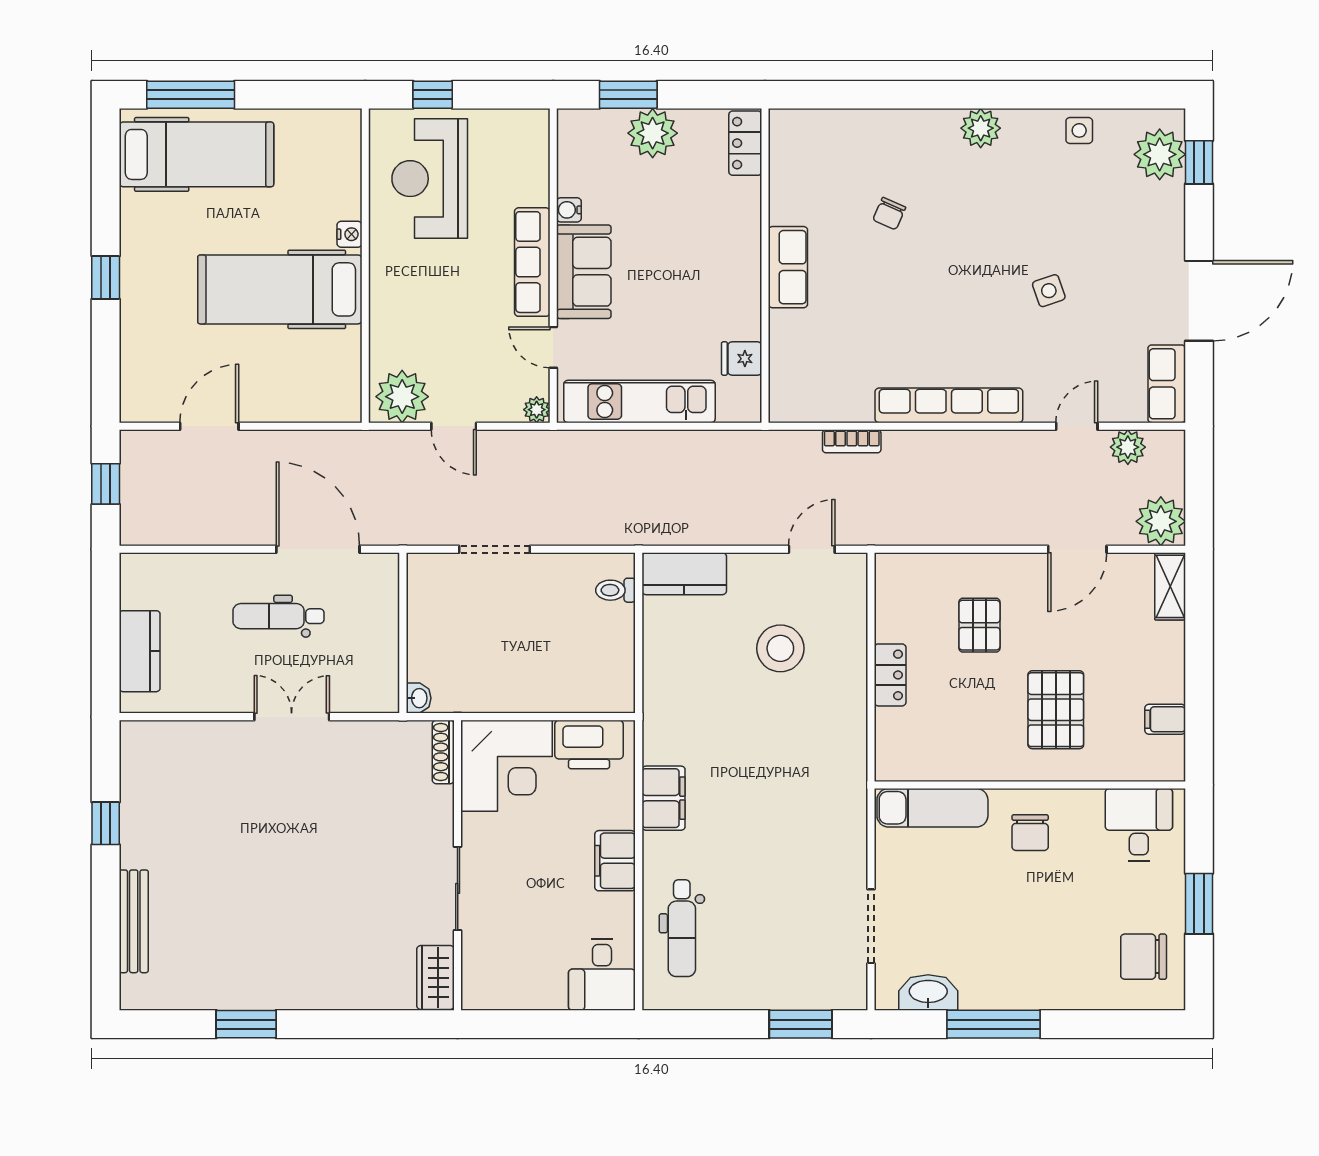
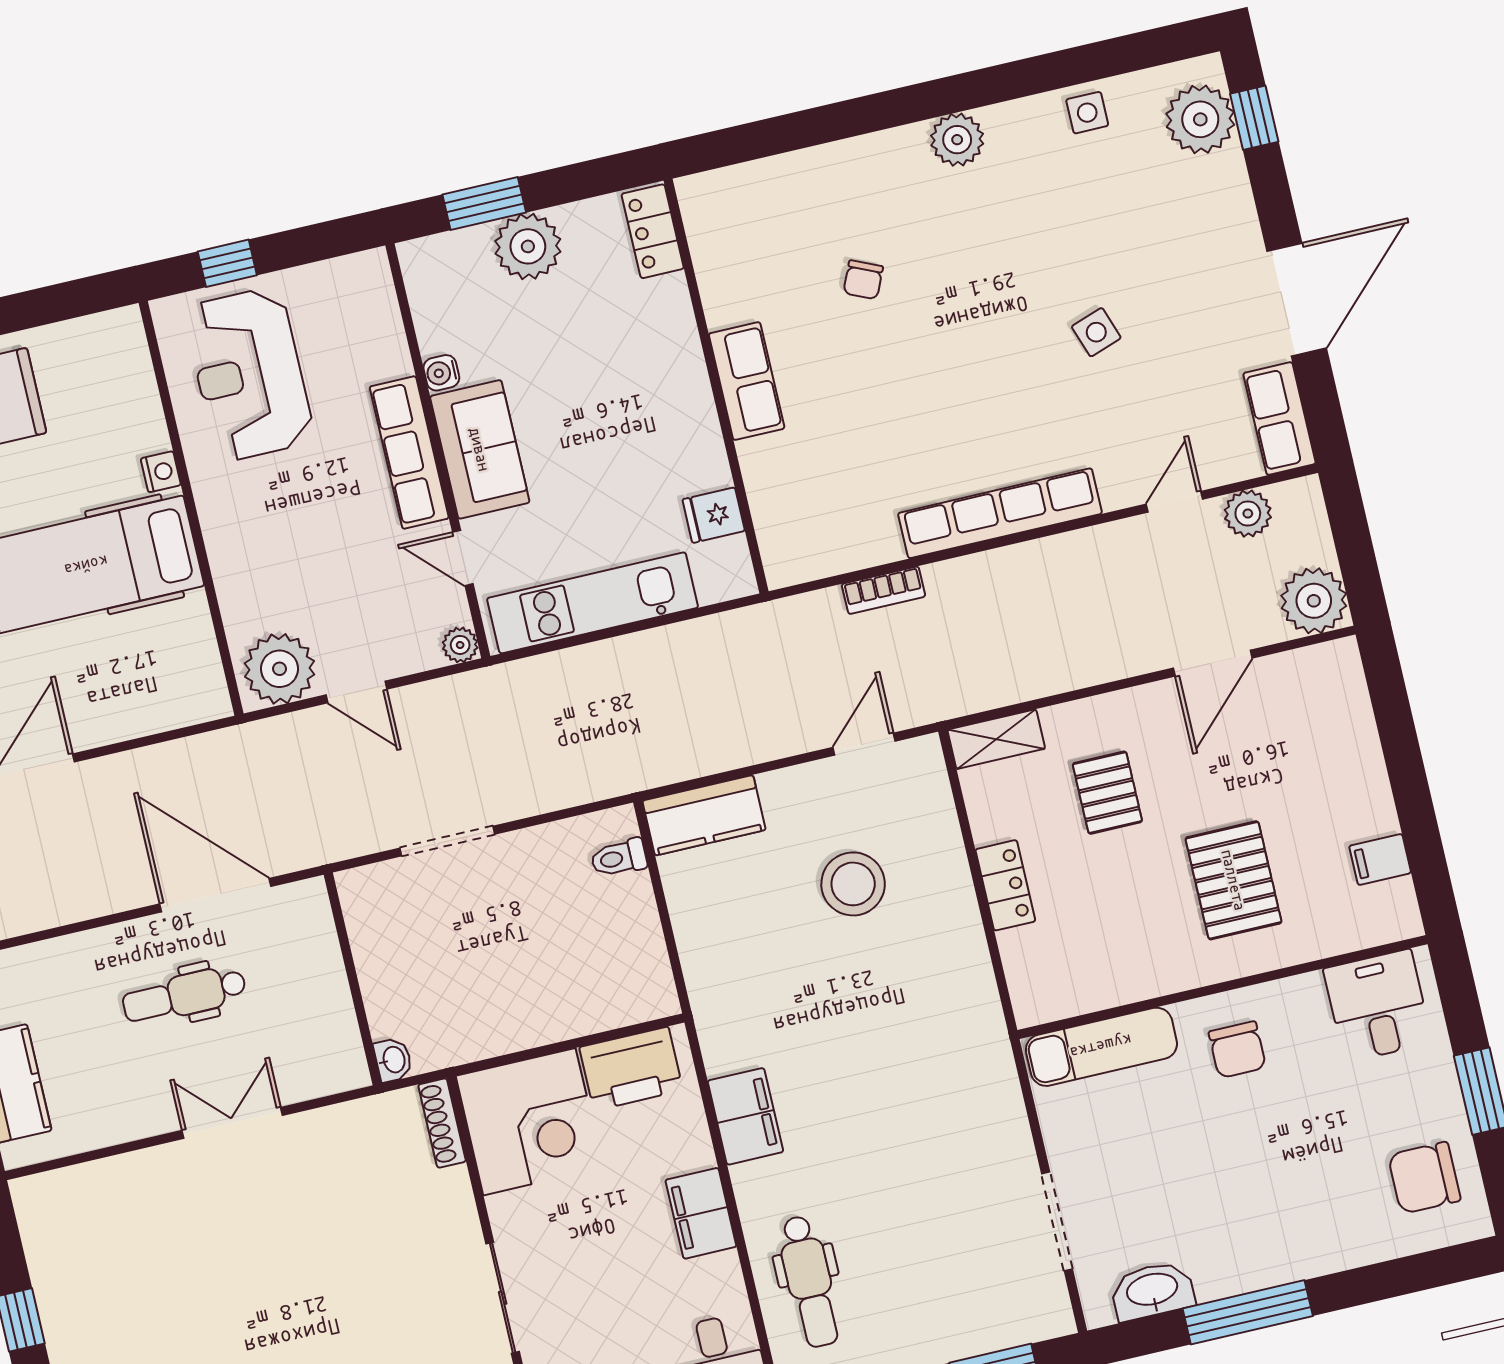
shelving: (1170, 586) -> (996, 739), moved, turned 90

